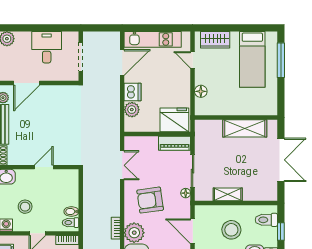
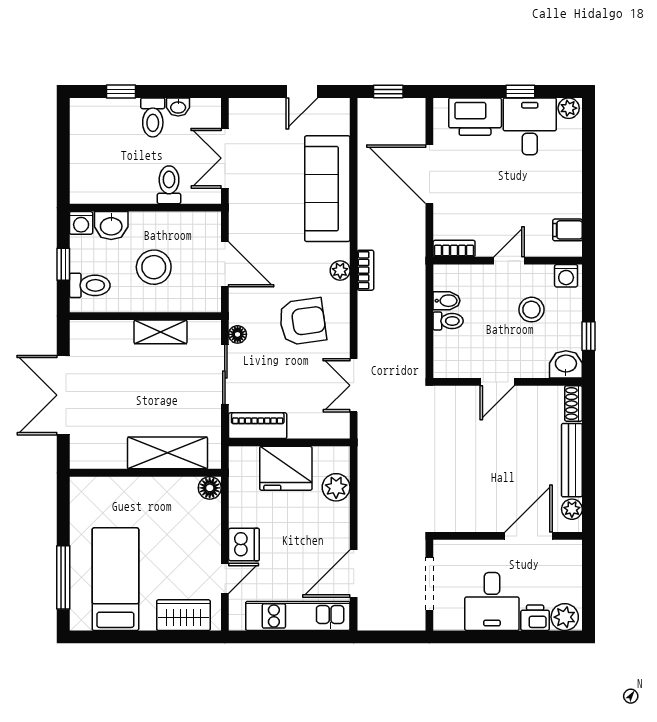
printer: (23, 38) -> (535, 618), added
door: (193, 60) -> (225, 578), hinge flipped
floor lamp: (201, 91) -> (210, 488), moved
dishwasher: (133, 92) -> (244, 545), moved, turned 180
fridge: (174, 120) -> (286, 468), moved
shelving: (245, 128) -> (167, 453), moved
toilet: (71, 223) -> (448, 321), moved
plant: (134, 233) -> (340, 270), width x0.53, depth x0.53

